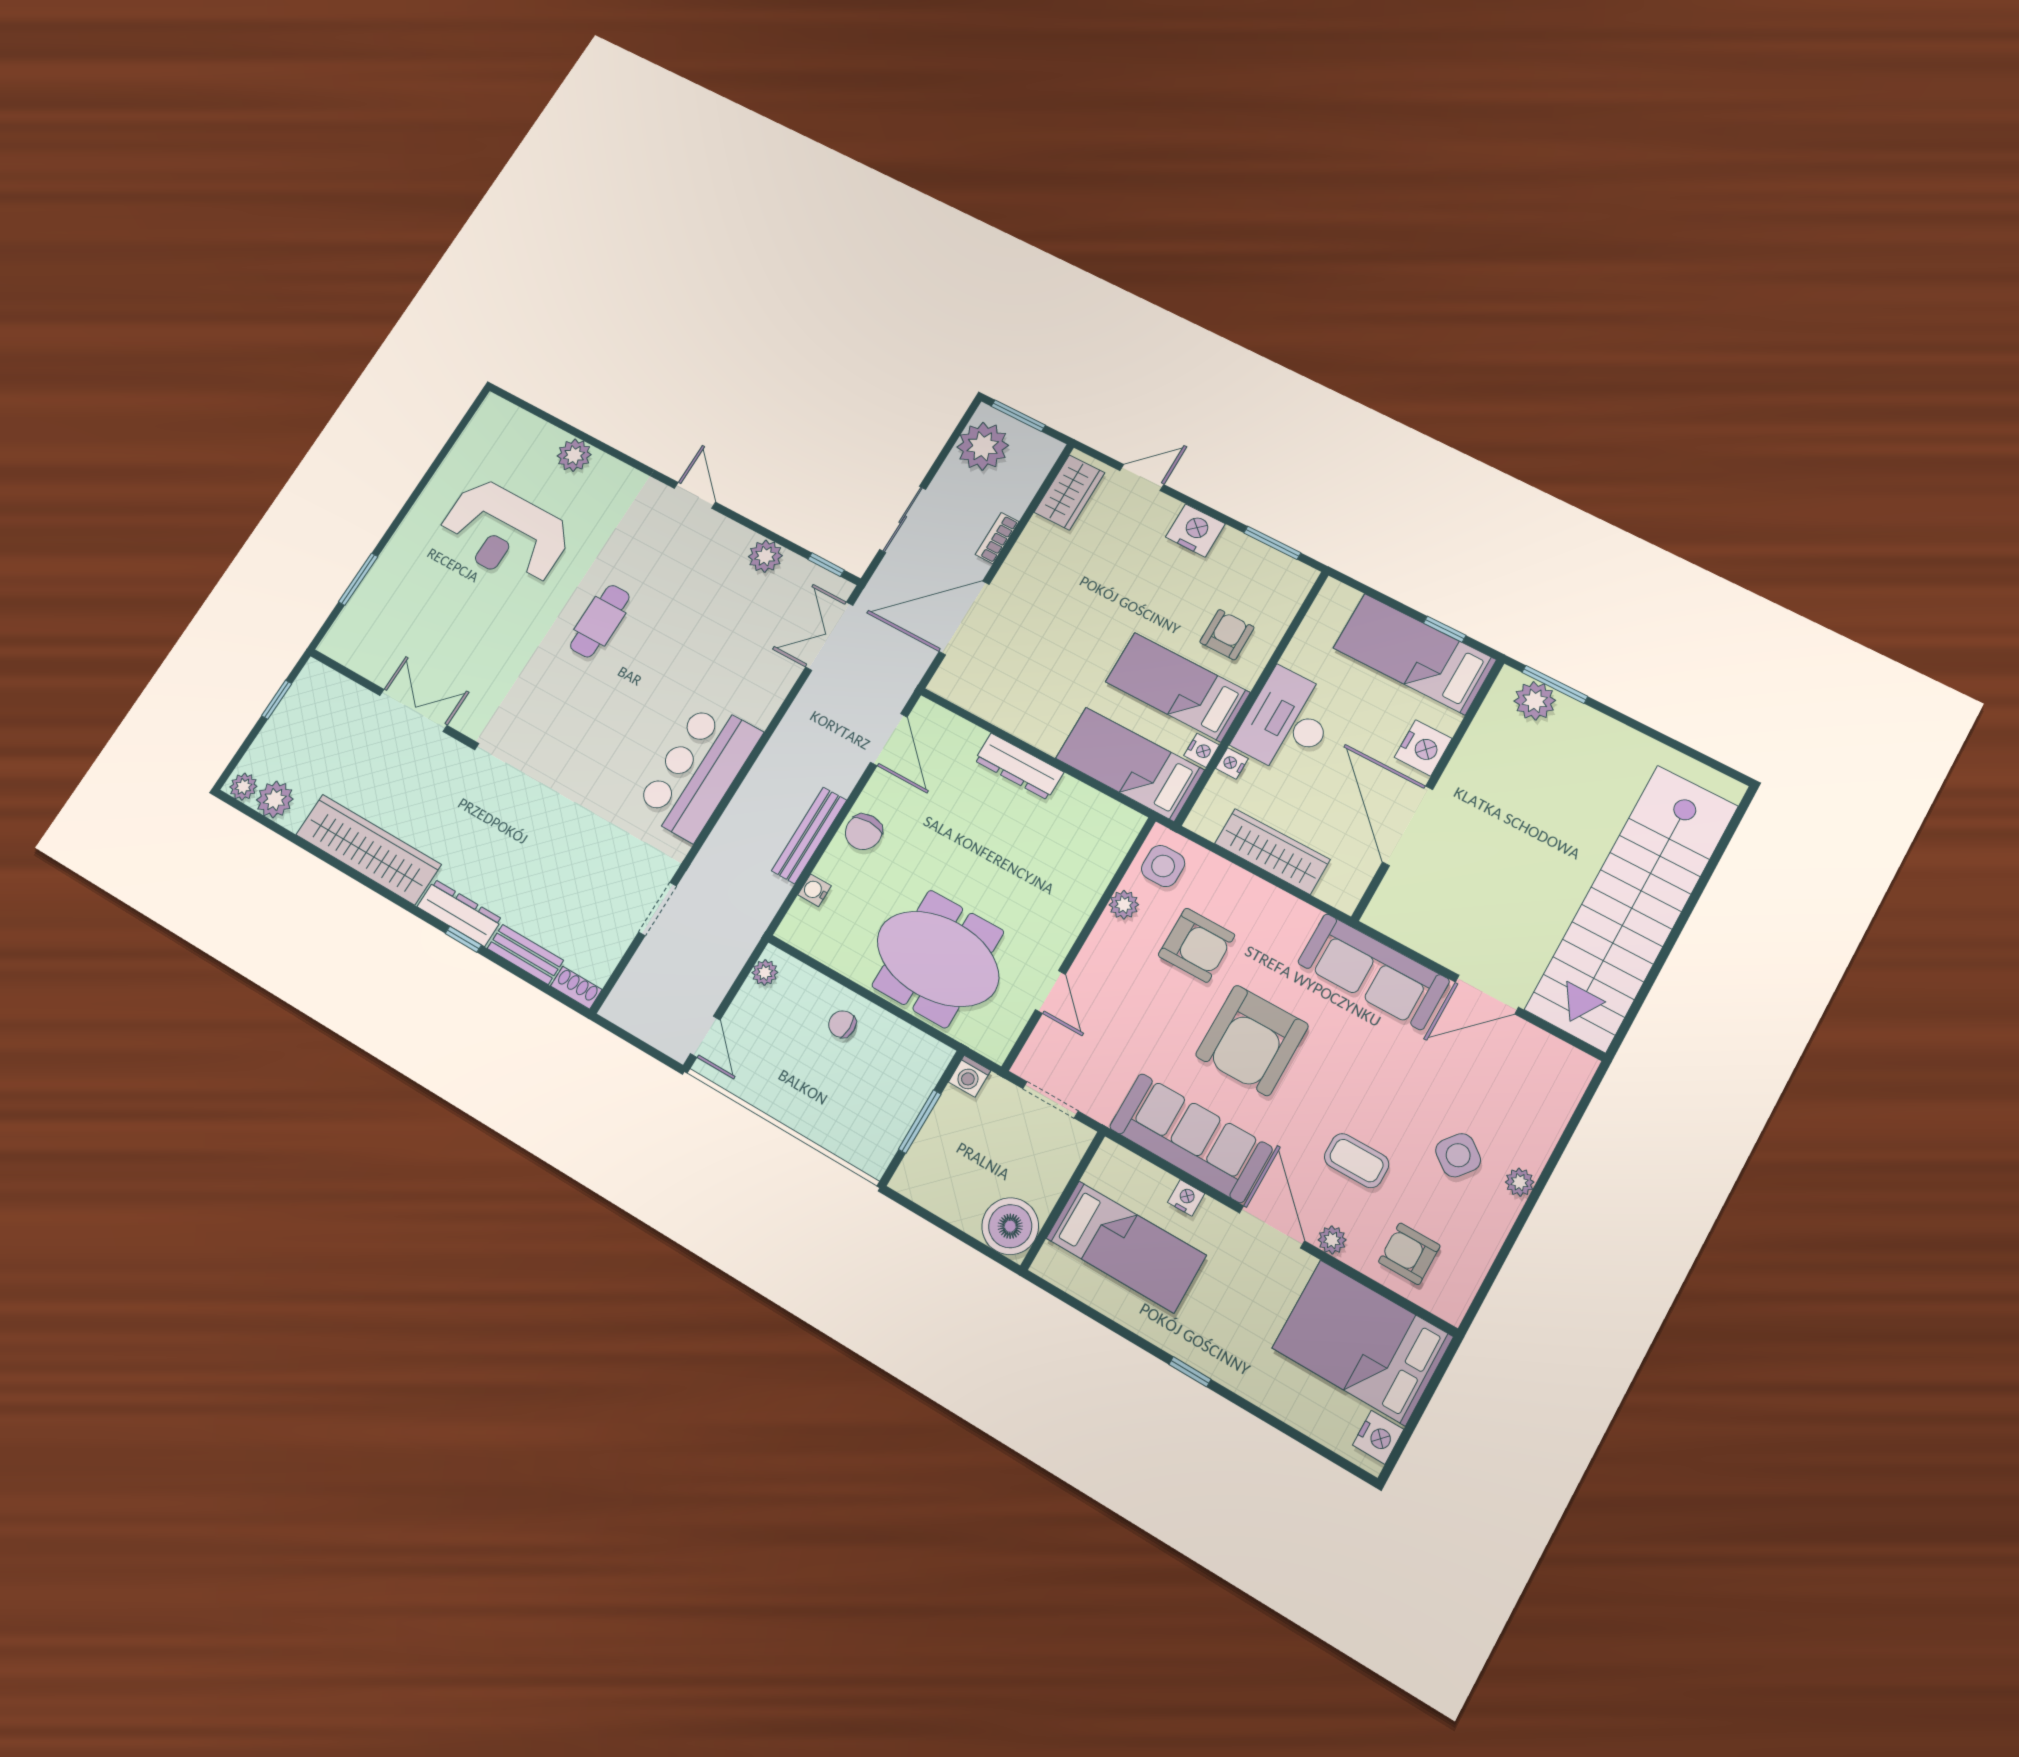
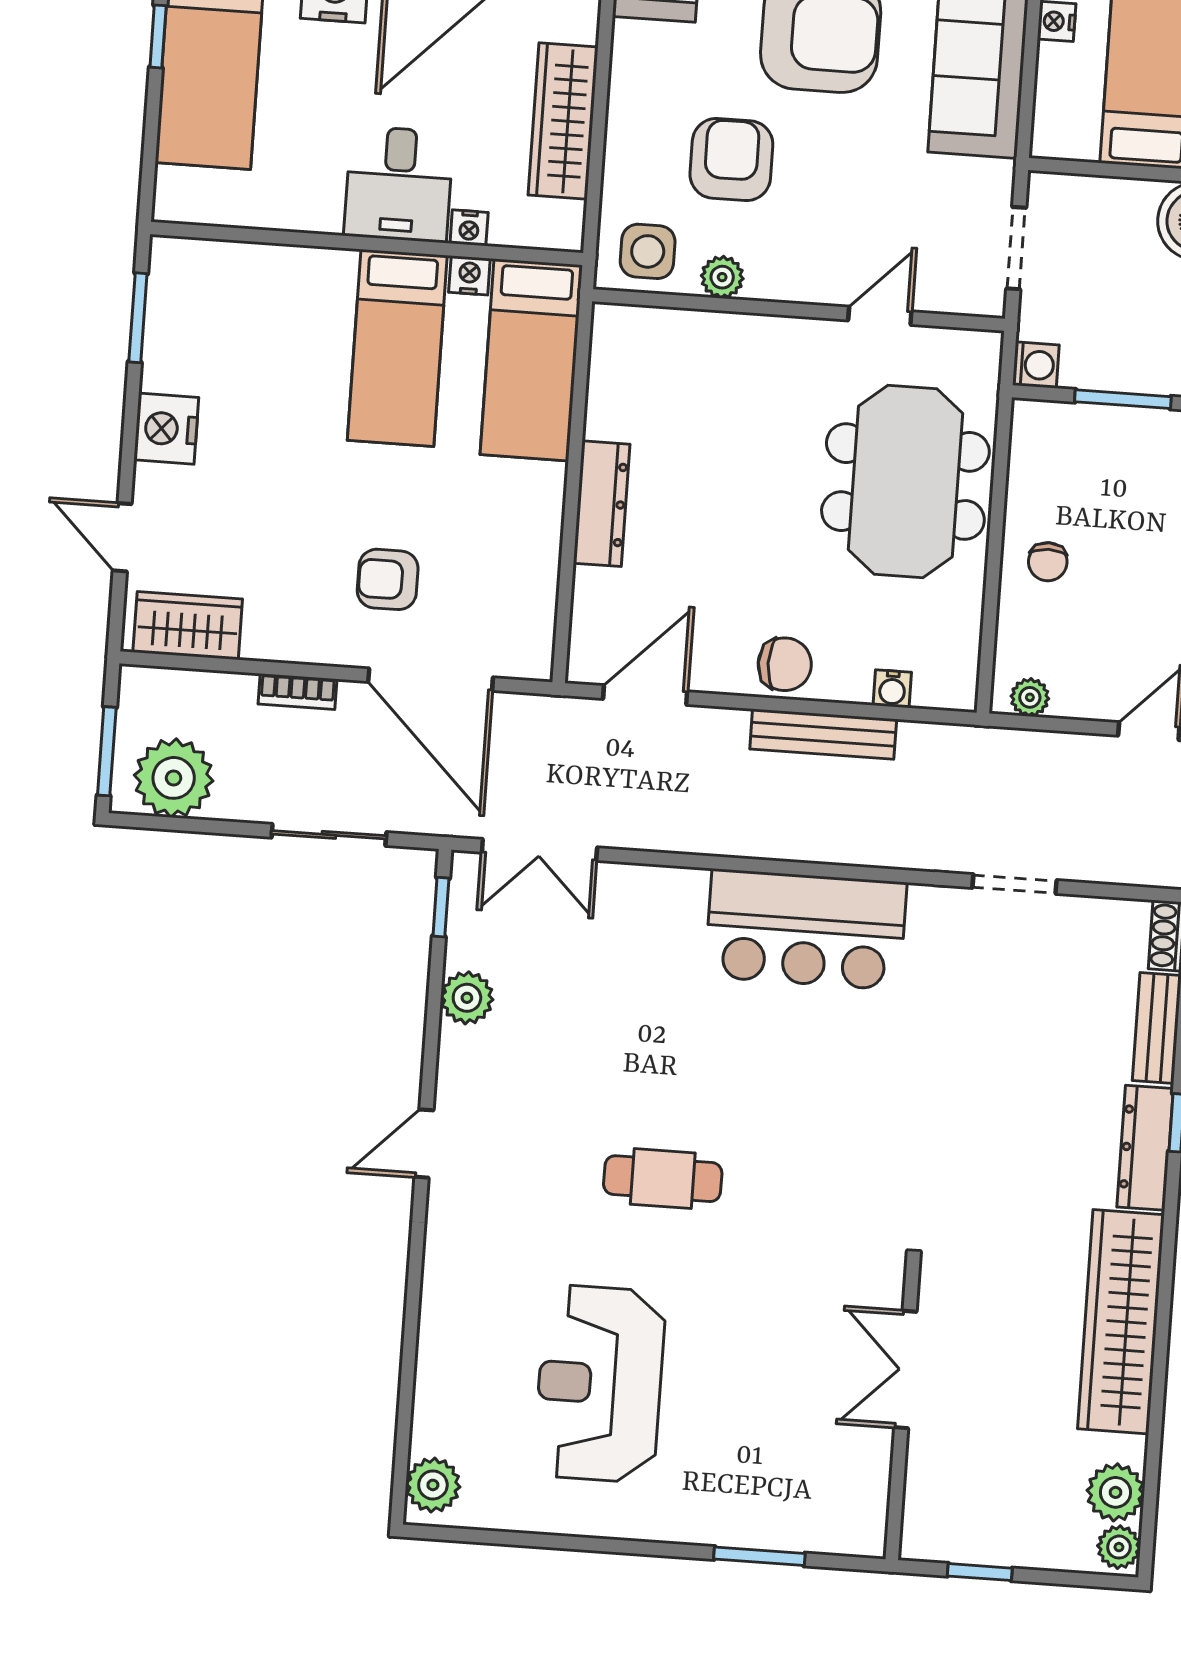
plant: (574, 455) -> (433, 1485), moved
reception desk: (505, 533) -> (600, 1384), turned 180
armchair: (1227, 635) -> (388, 579), moved
desk: (1287, 722) -> (399, 184), width x0.73

